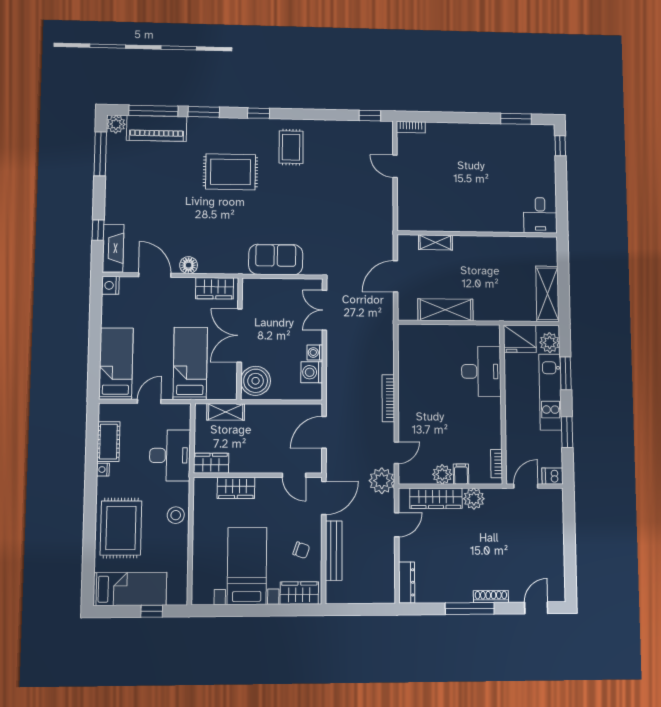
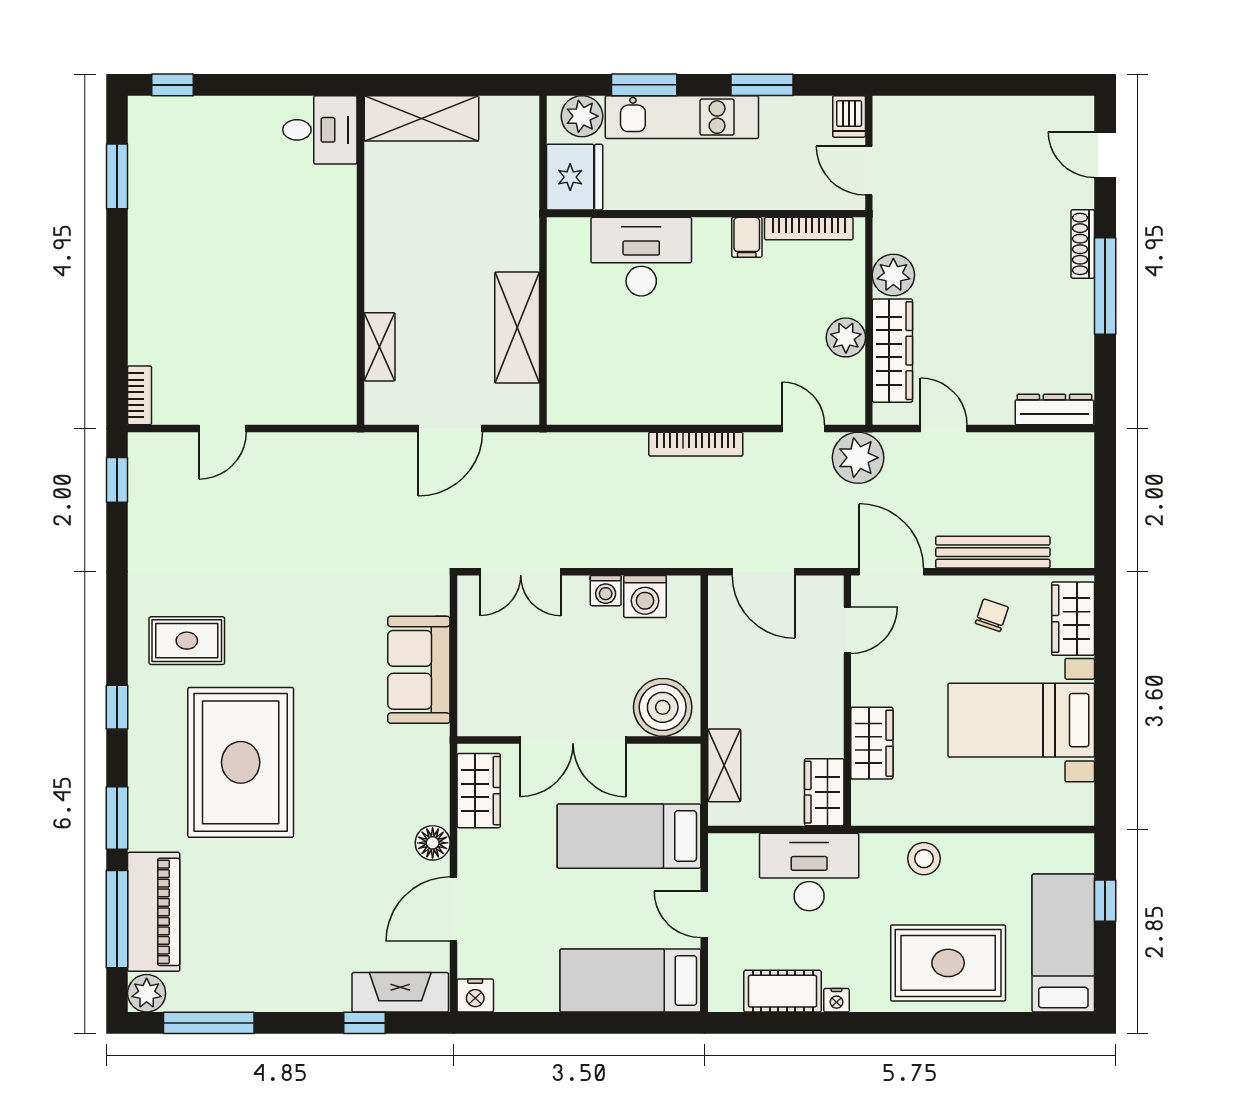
rug: (230, 172) -> (241, 762), width x1.37, depth x1.44
door: (396, 276) -> (450, 428), hinge flipped
shelving: (547, 294) -> (421, 118), moved
bookcase: (497, 464) -> (809, 229), width x1.56
filing cabinet: (461, 474) -> (747, 237), moved, turned -90

